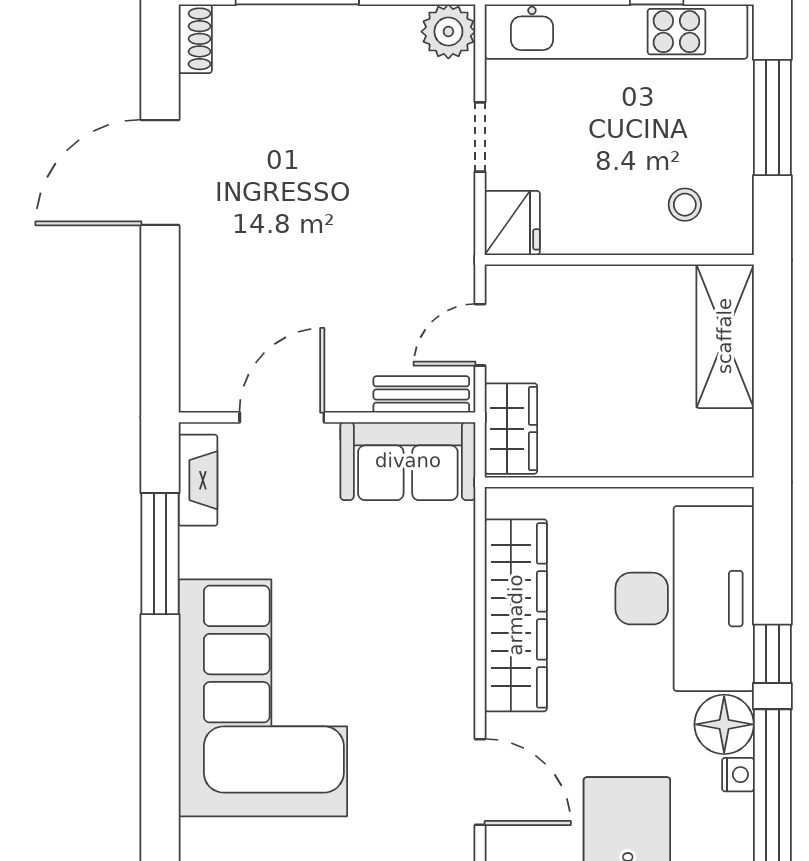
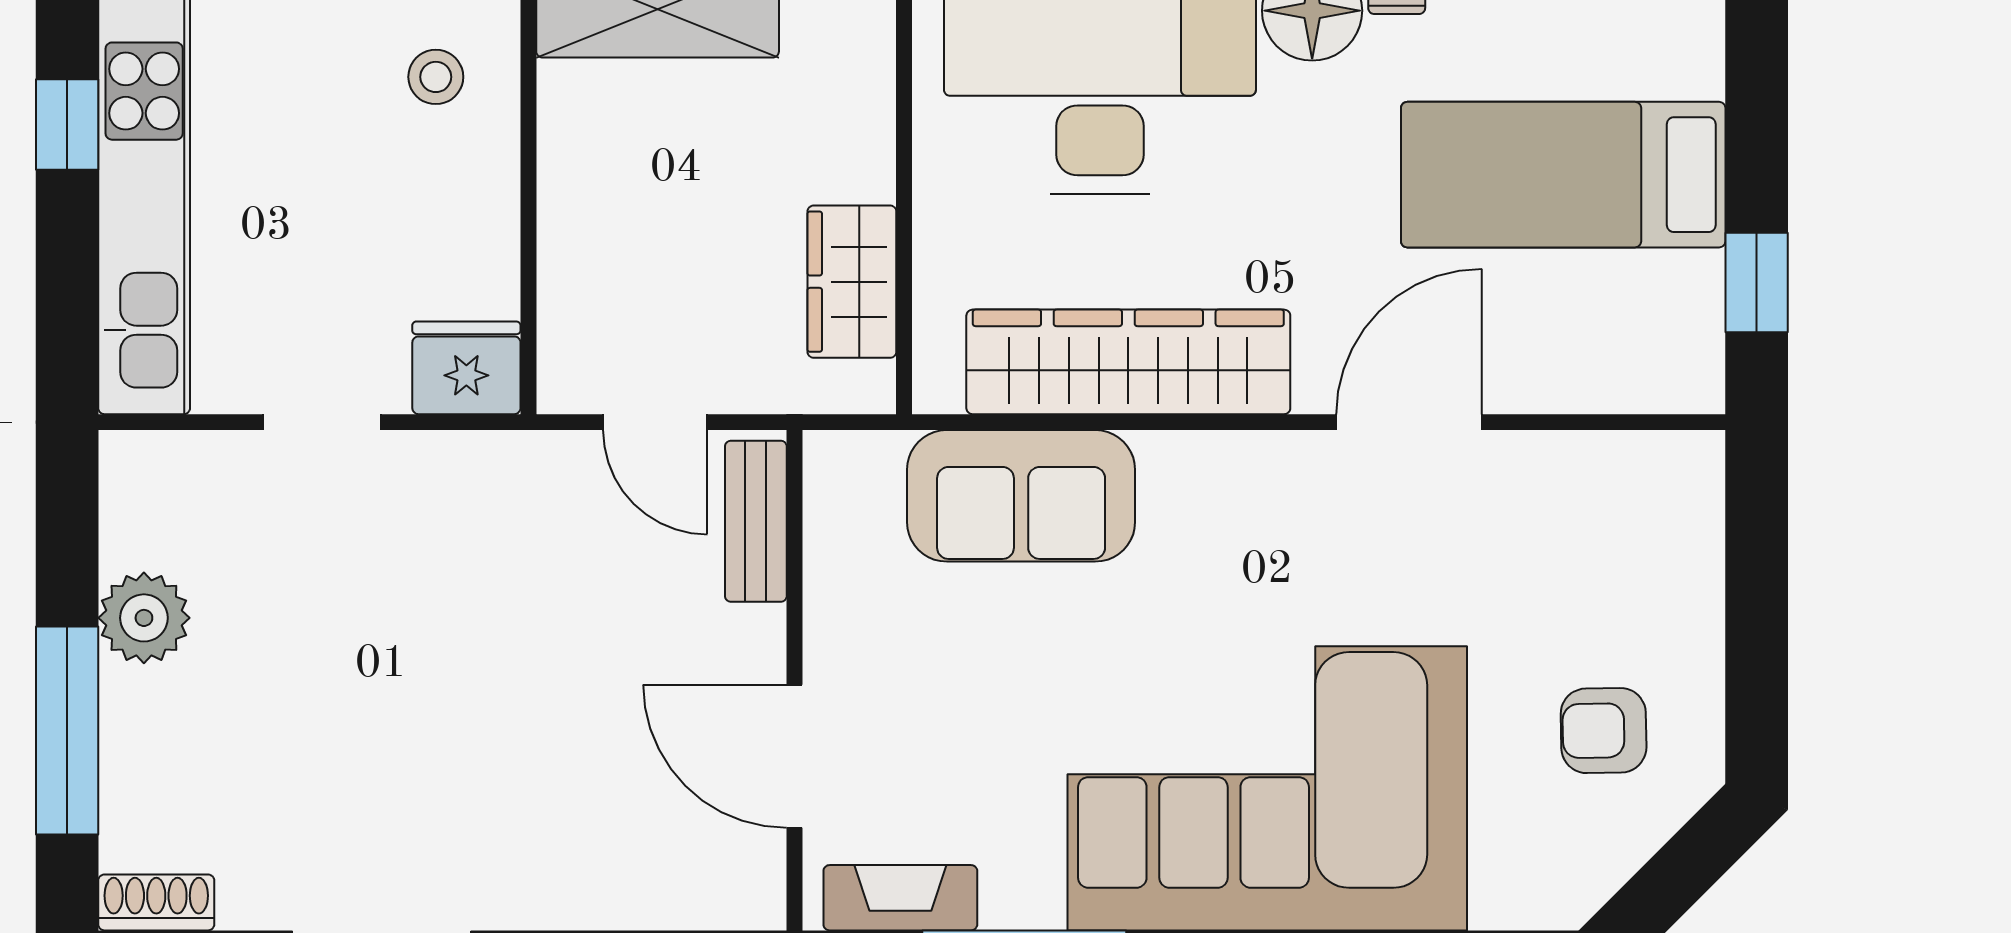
plant: (448, 32) -> (144, 618), moved
wardrobe: (511, 429) -> (852, 282), moved, turned -90
sofa: (408, 461) -> (1021, 496), moved, turned 90

